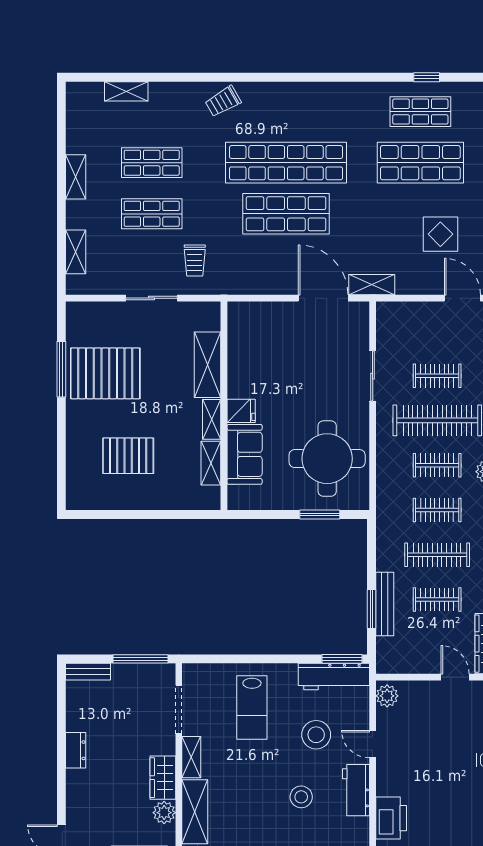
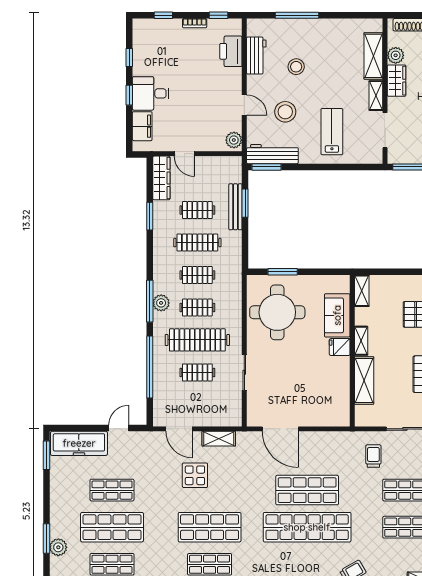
shelving: (372, 285) -> (219, 439), moved
shelving: (211, 463) -> (362, 291), moved
workbench: (356, 790) -> (256, 55), moved

